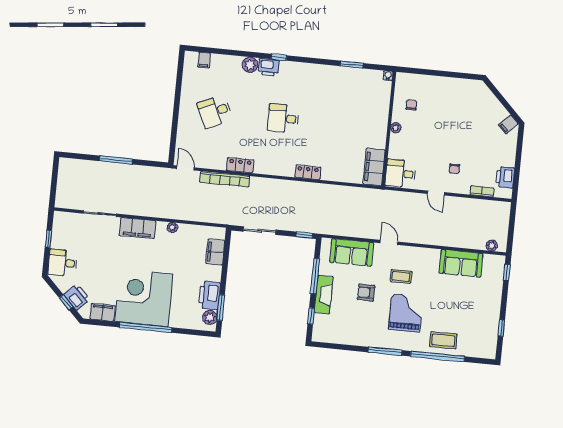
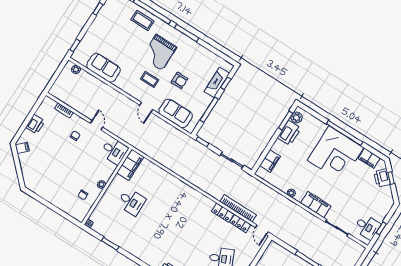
desk: (283, 118) -> (131, 202), moved
locker: (308, 172) -> (240, 223), moved
printer: (505, 177) -> (35, 124), moved
desk: (63, 263) -> (367, 227), moved
fireplace: (324, 295) -> (217, 82), moved

